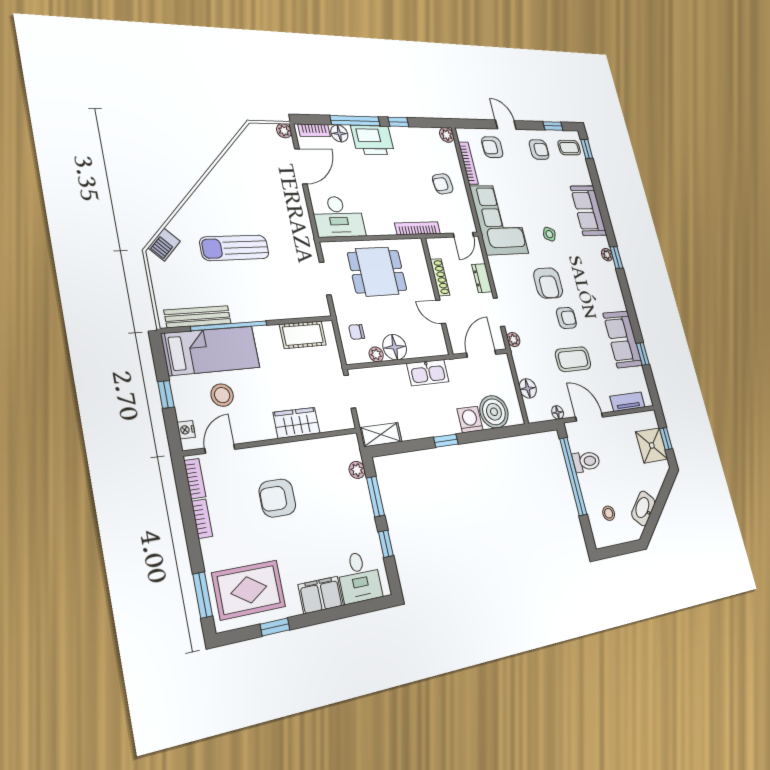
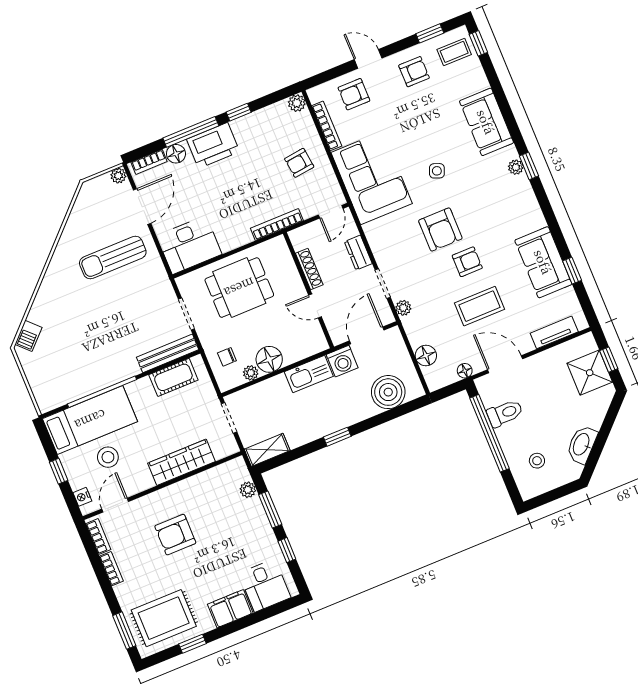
sun lounger: (235, 248) -> (113, 257), moved
bench: (198, 317) -> (168, 353), moved
washing machine: (470, 419) -> (342, 361), moved, turned 180
wardrobe: (297, 423) -> (182, 462), width x1.50

